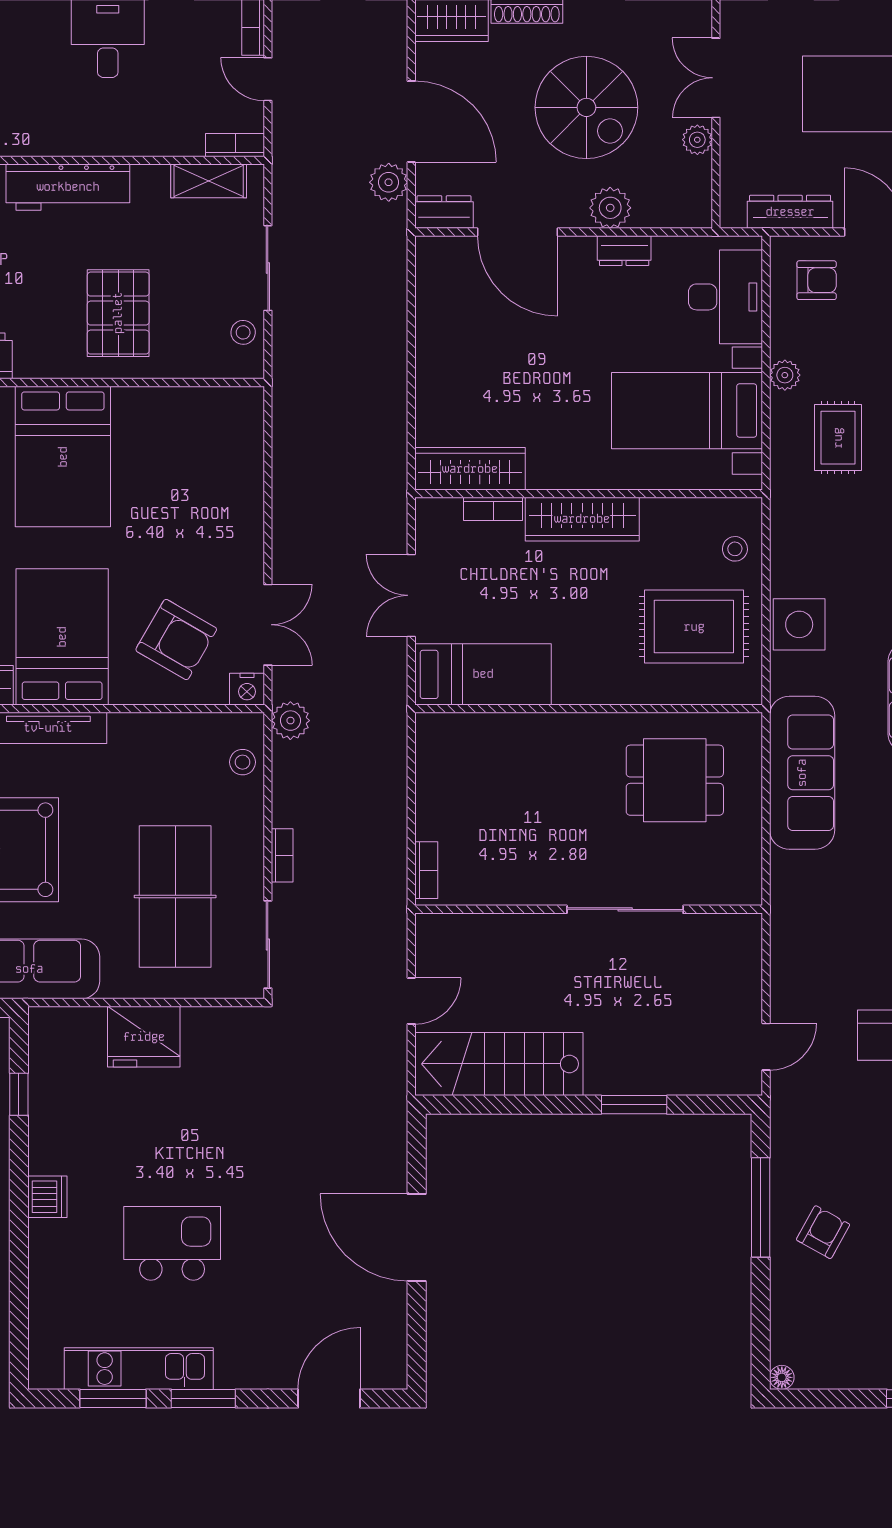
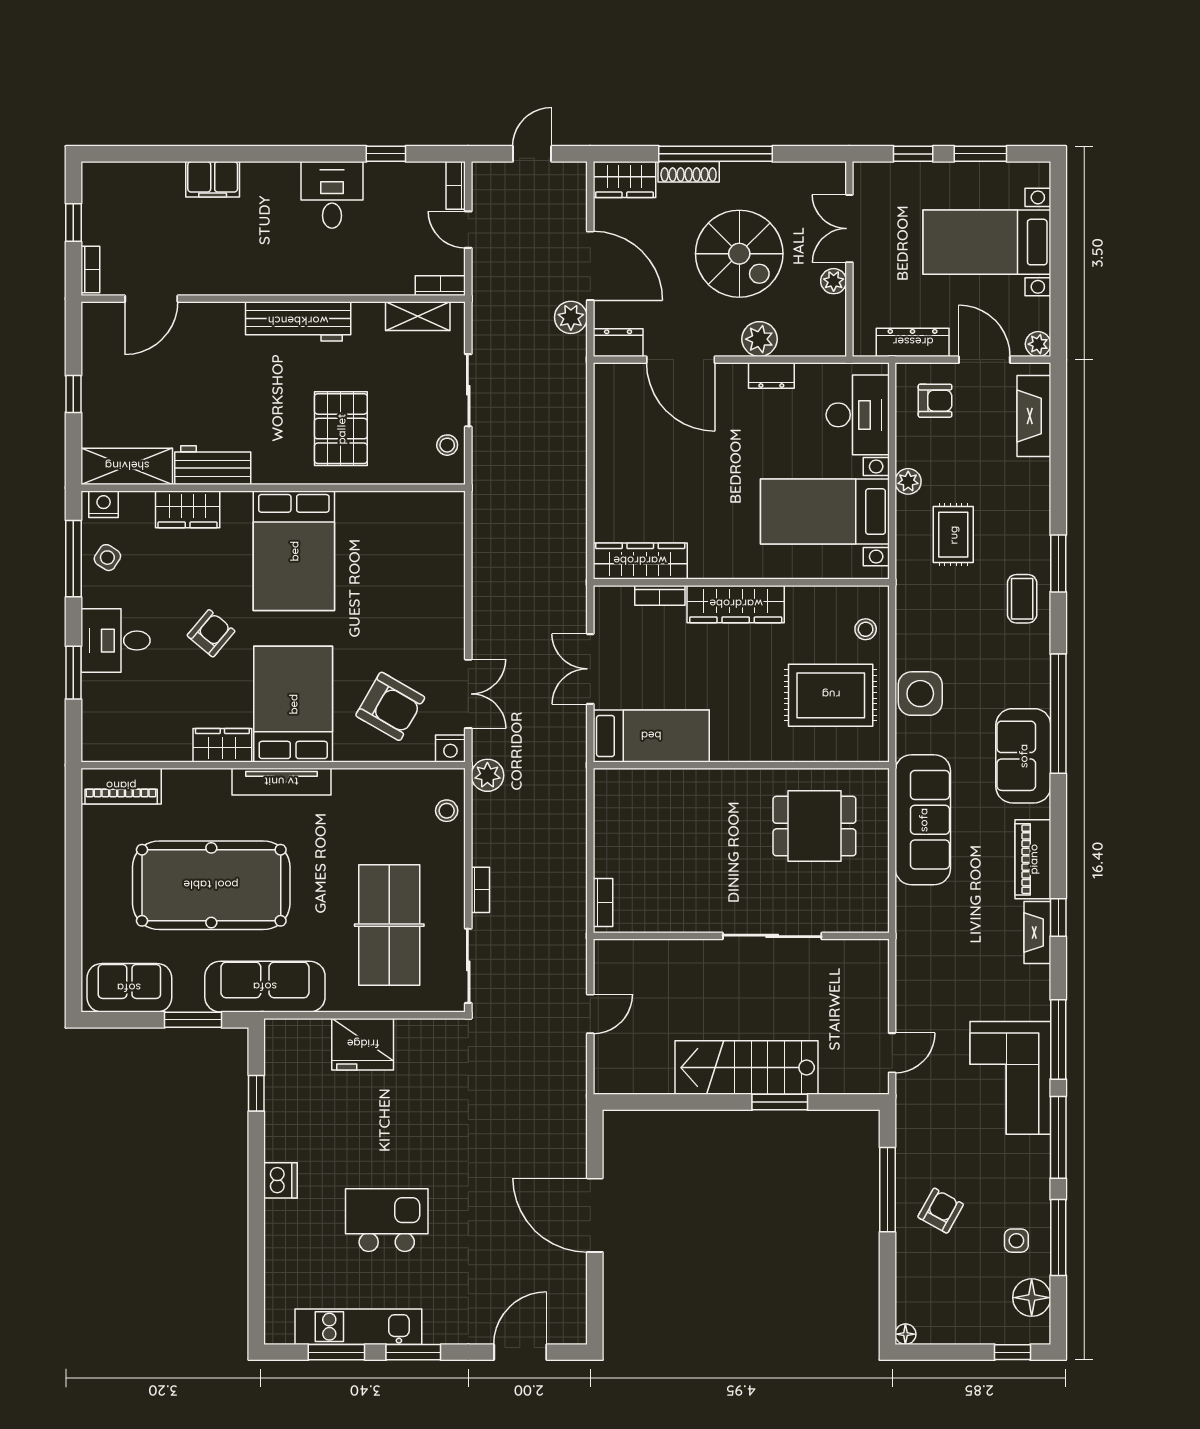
stairs: (499, 1064) -> (747, 1068), moved

